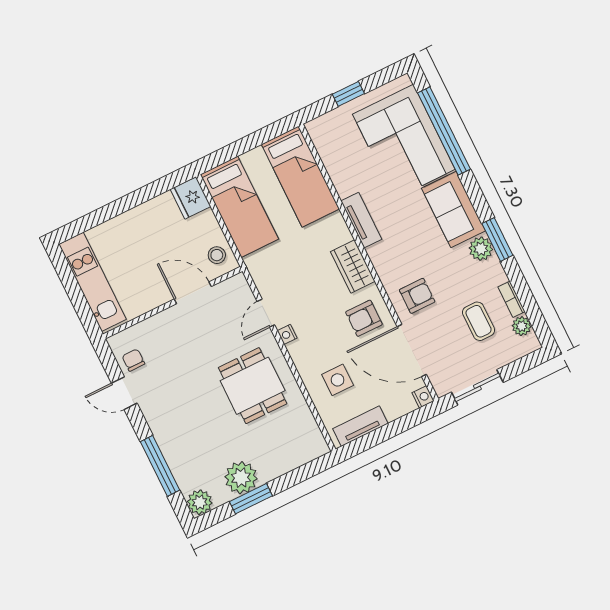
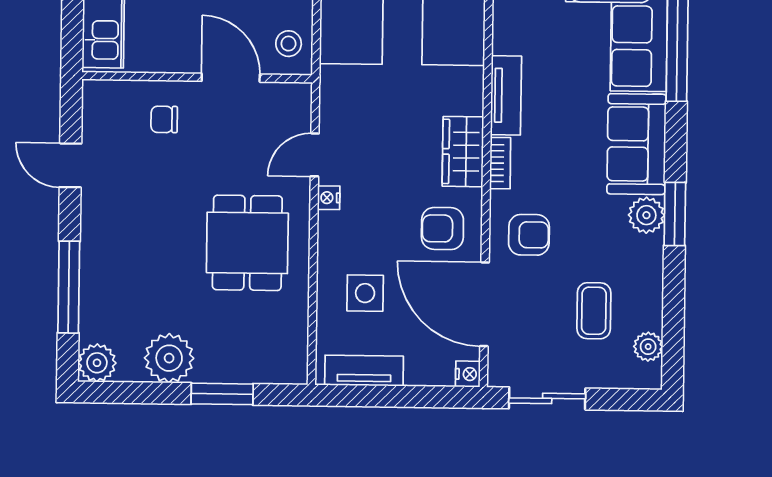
bookcase: (512, 299) -> (500, 163), moved, turned 180
chair: (133, 360) -> (164, 119), moved, turned -90
window: (251, 499) -> (222, 394), moved

